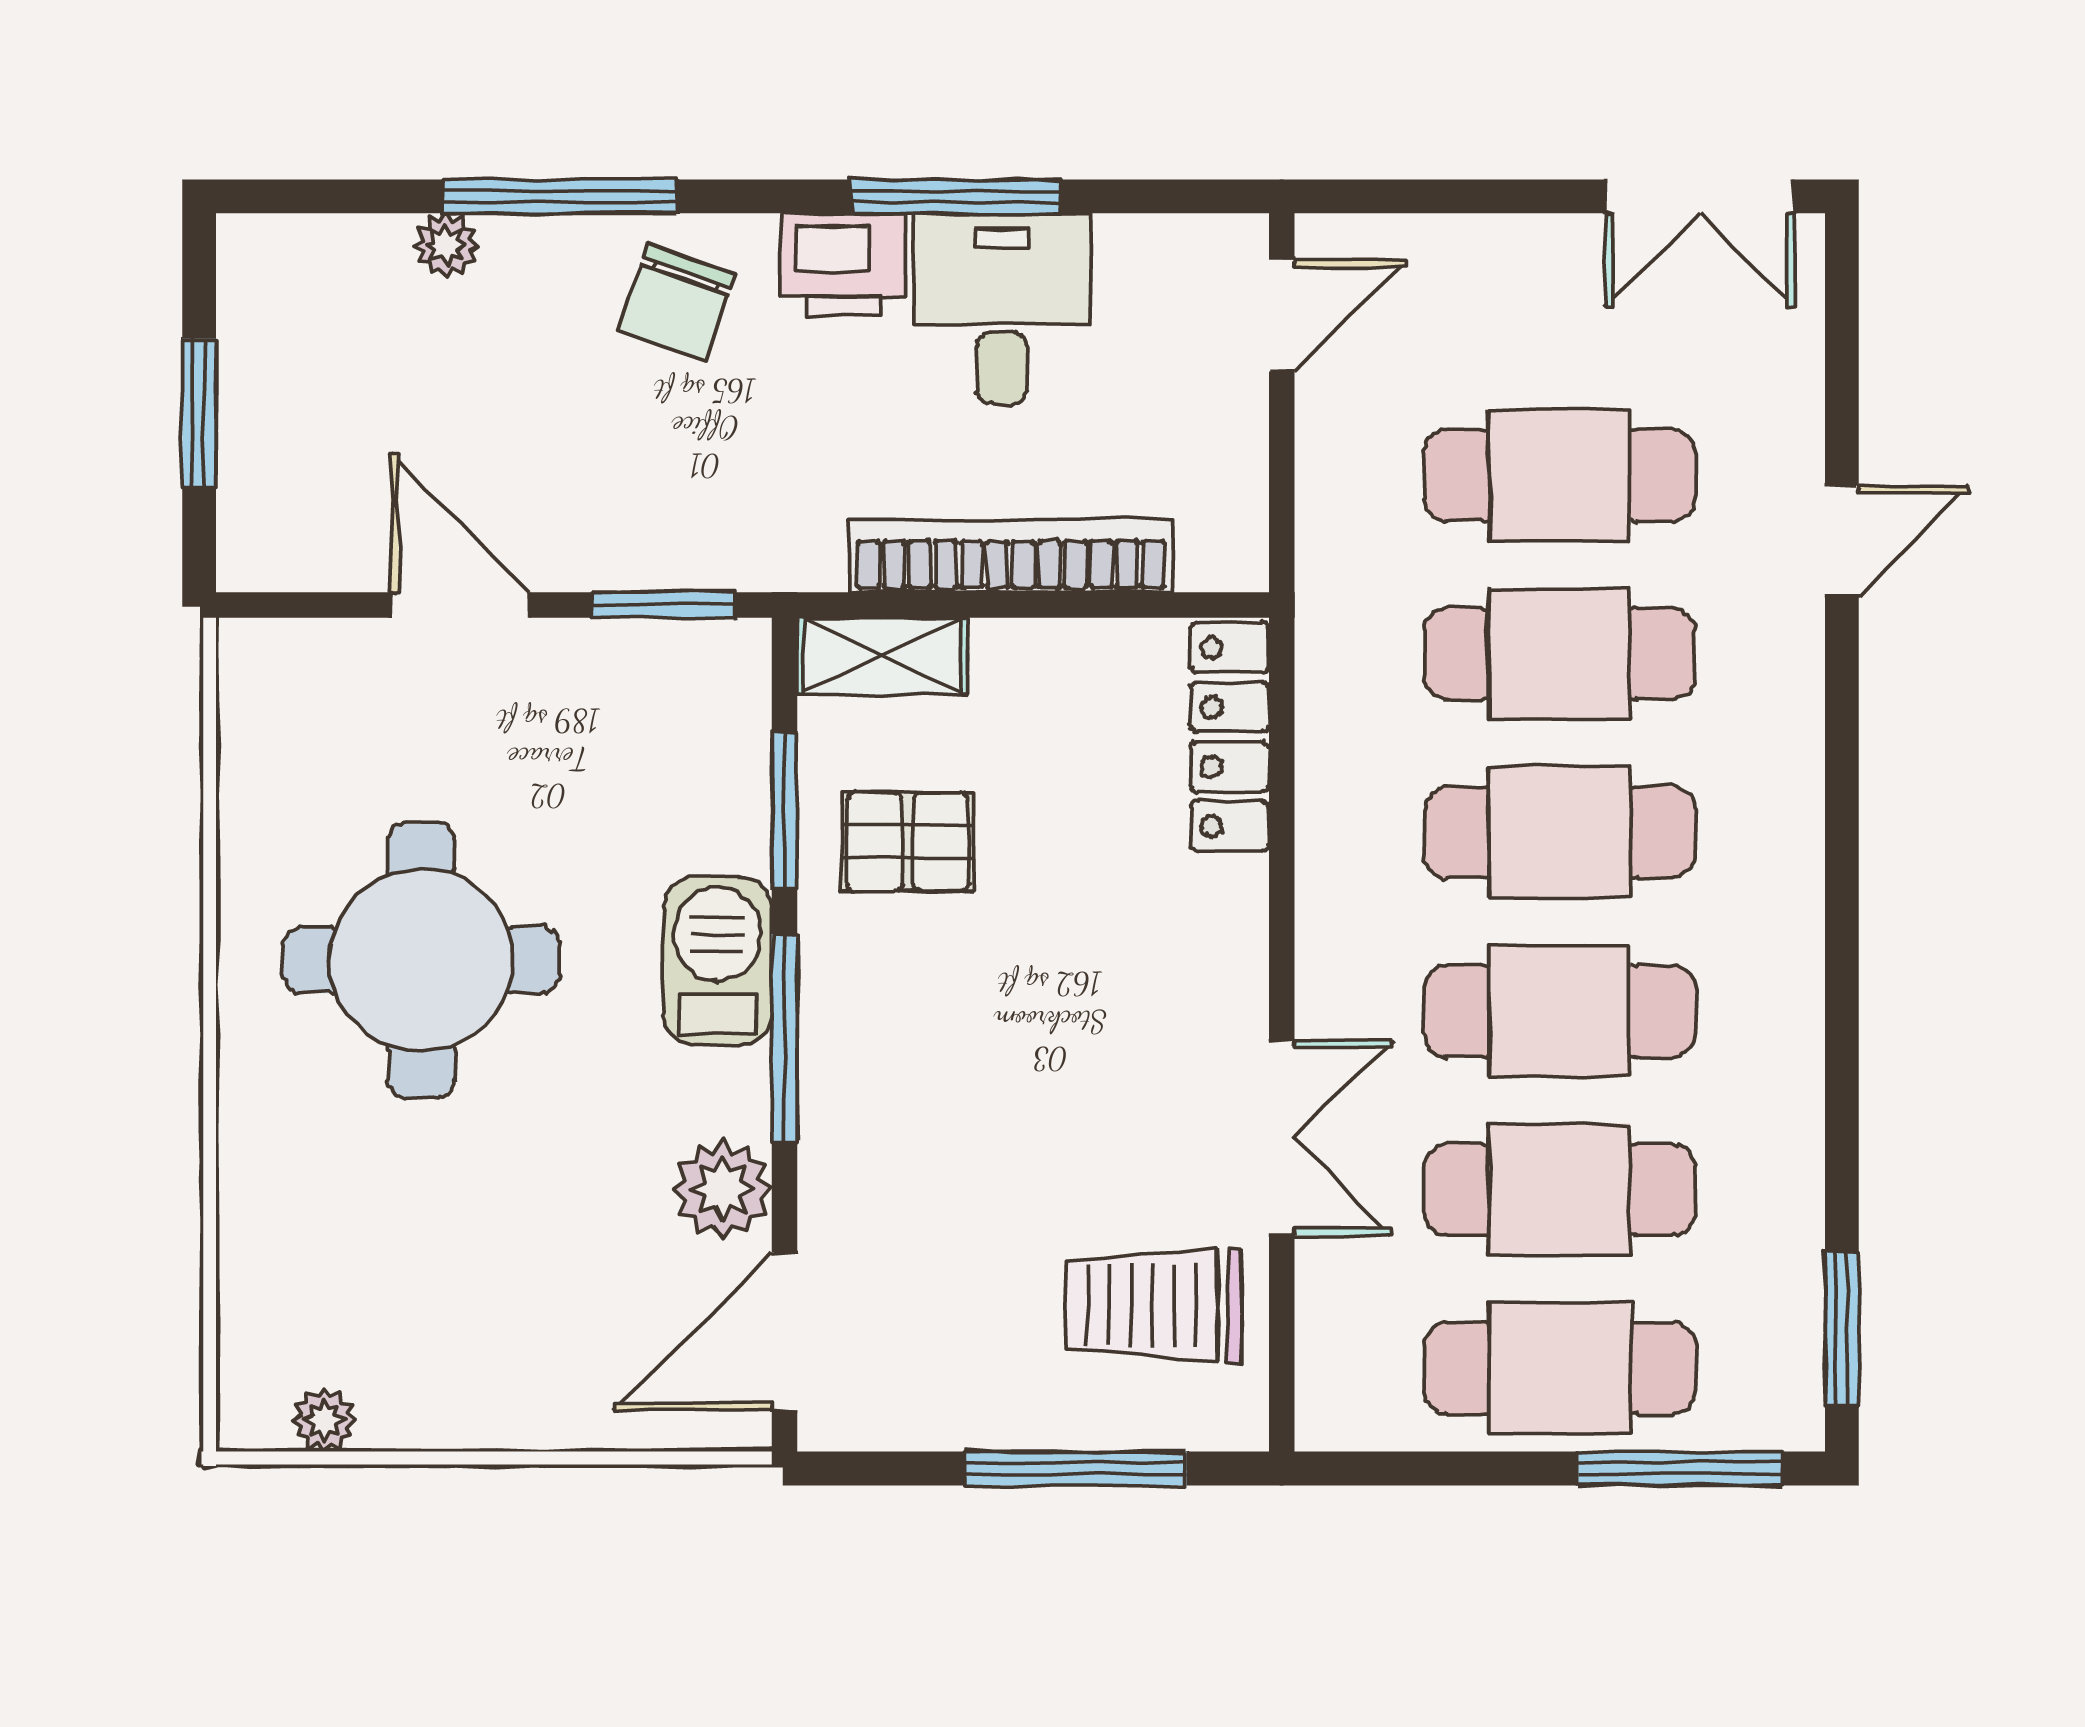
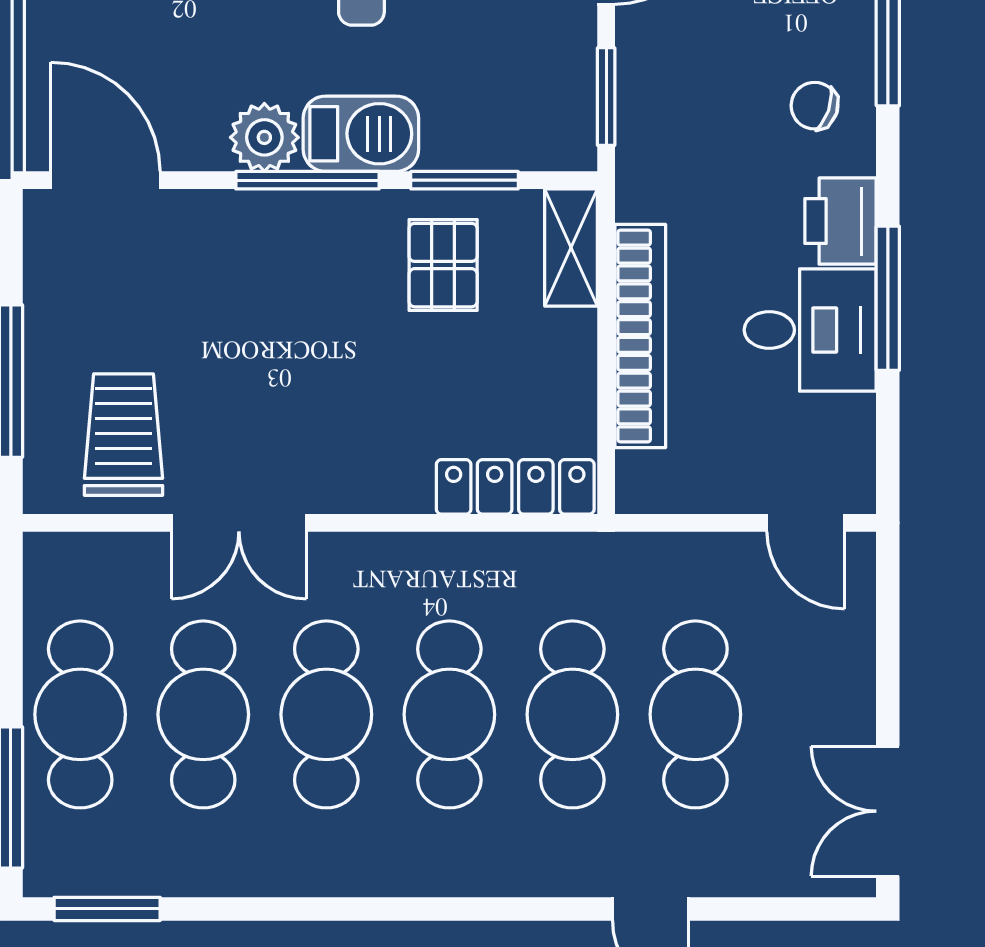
chair: (676, 303) -> (815, 106), width x0.73, depth x0.73
plant: (723, 1189) -> (264, 137), moved

